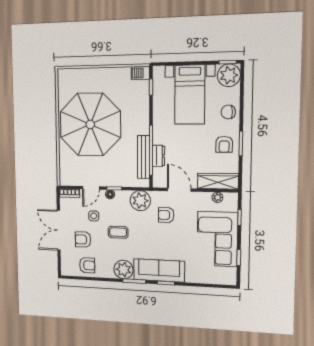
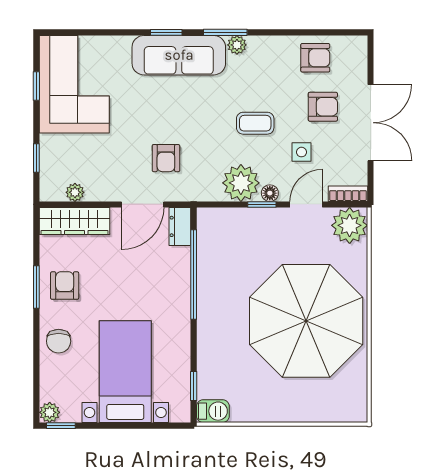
plant: (229, 75) -> (50, 412), width x0.53, depth x0.53
chair: (228, 112) -> (59, 341), turned 90
dresser: (159, 156) -> (180, 226), moved
bench: (143, 157) -> (207, 262), removed
plant: (68, 176) -> (350, 225), added
door: (179, 190) -> (143, 204), hinge flipped
plant: (140, 201) -> (241, 183), moved
armchair: (166, 215) -> (166, 158), turned 90
corner sofa: (217, 239) -> (74, 84), moved
armchair: (87, 265) -> (315, 58), turned 180
plant: (123, 270) -> (237, 45), width x0.53, depth x0.53

